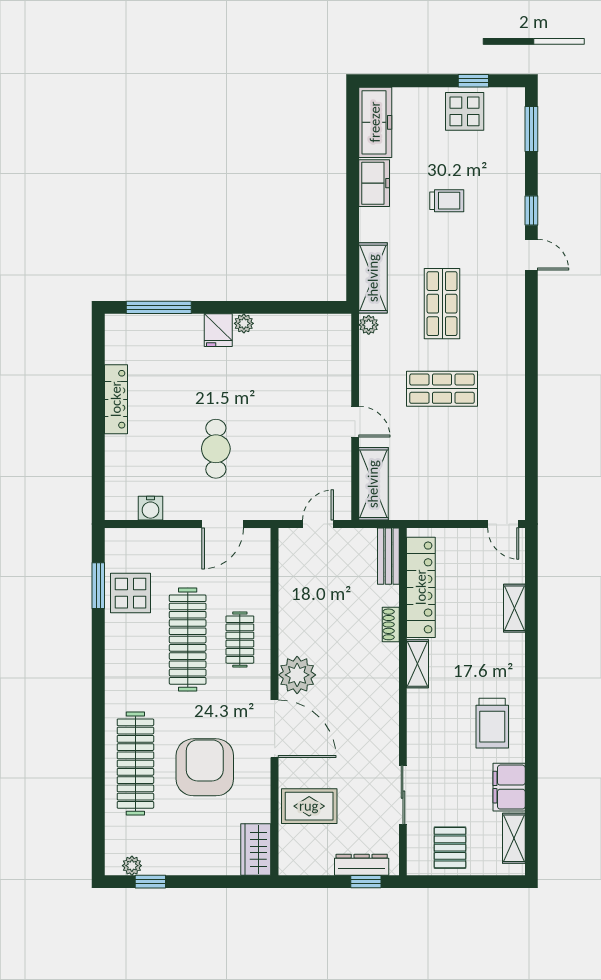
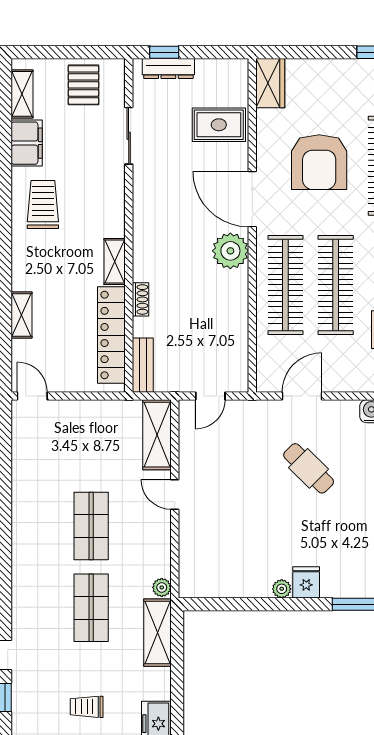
shop shelf: (442, 389) -> (91, 526), turned 90
cafe table: (216, 449) -> (309, 468), turned -45
clothes rail: (240, 640) -> (285, 285), width x1.86, depth x1.31

